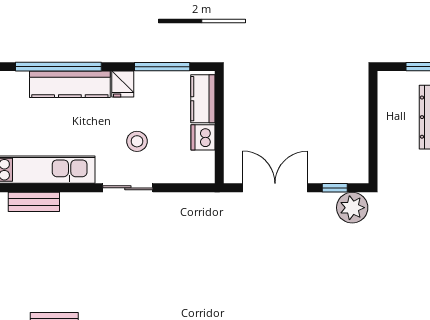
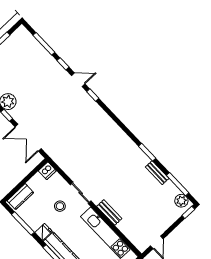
dishwasher: (203, 137) -> (47, 171), moved
bench: (34, 202) -> (109, 212), moved

